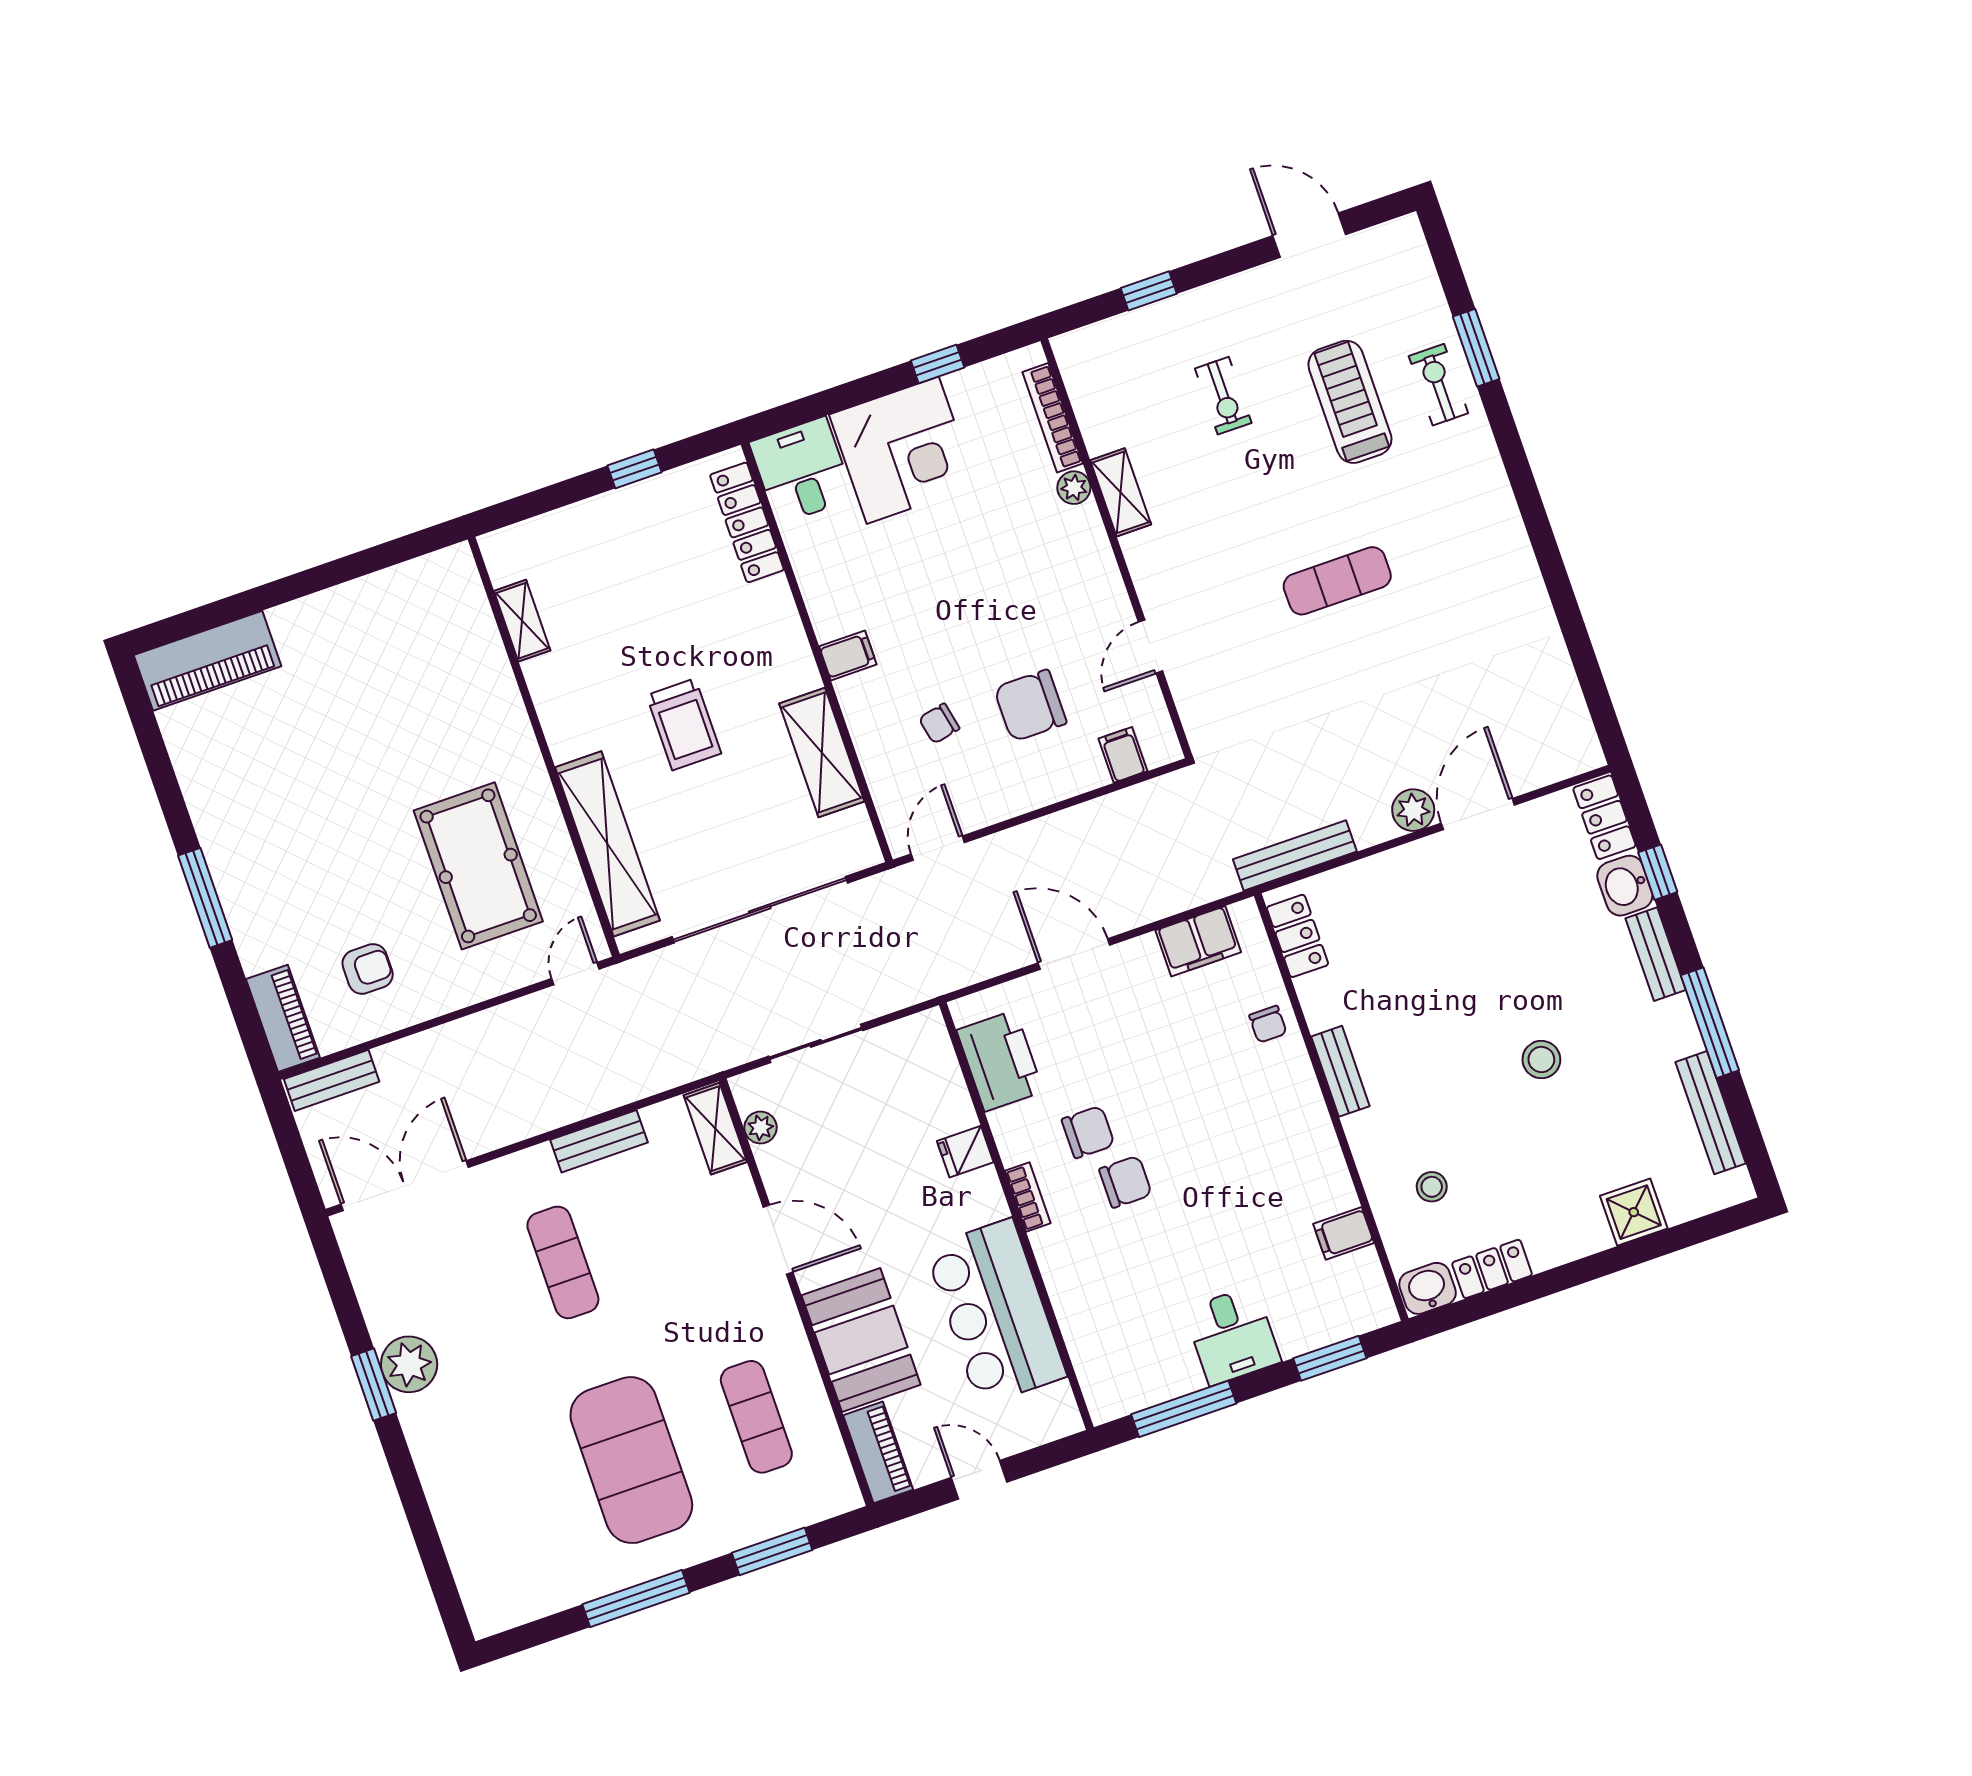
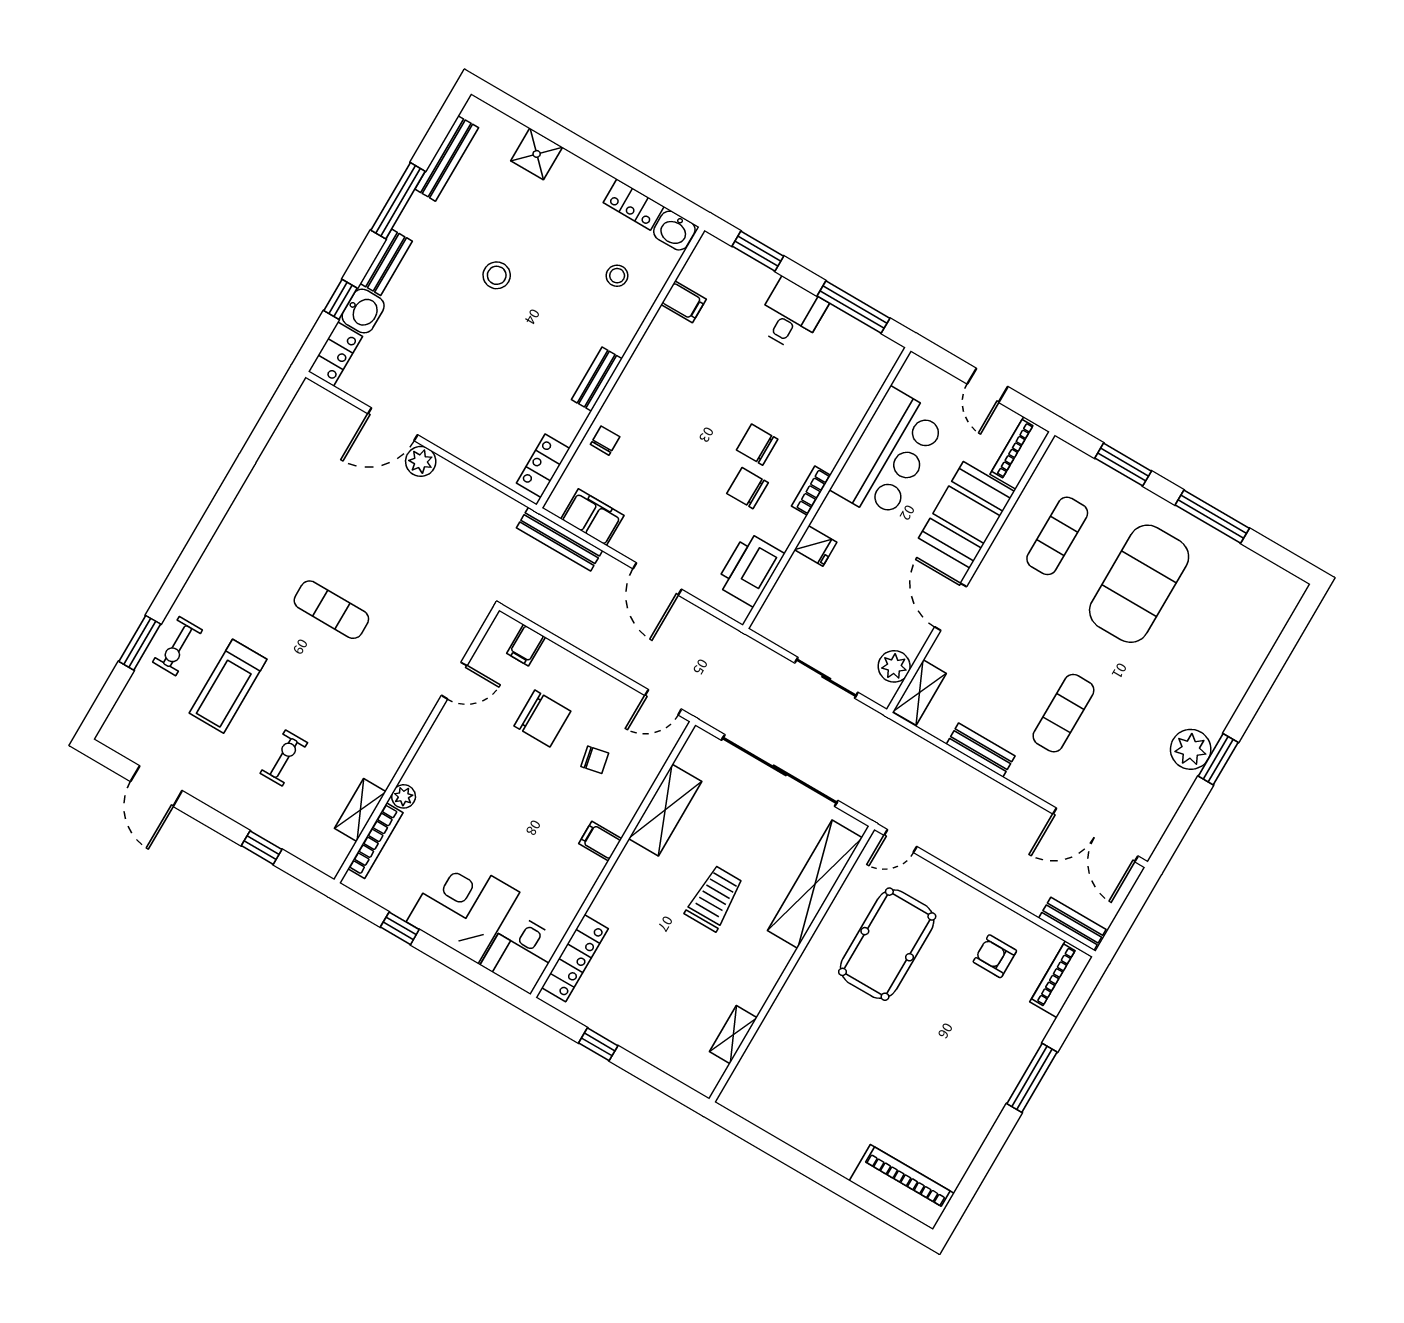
shelving: (1121, 492) -> (360, 810), moved
bench: (1295, 855) -> (560, 539), moved
plant: (761, 1128) -> (894, 666), width x1.38, depth x1.38

